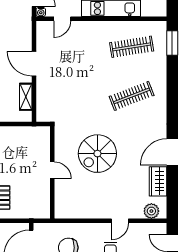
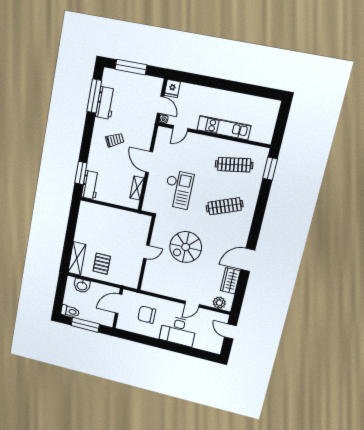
checkout: (74, 88) -> (178, 190), added
door: (52, 170) -> (146, 252), hinge flipped

